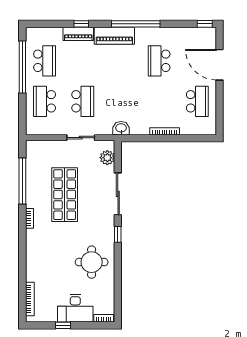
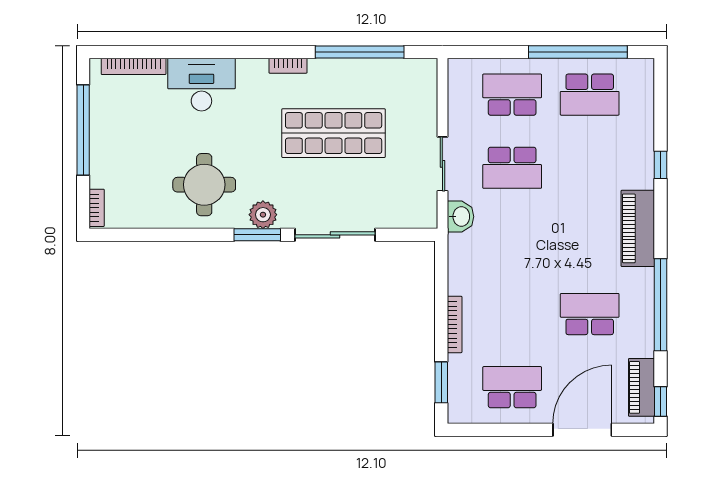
window: (136, 24) -> (661, 305), moved
piano: (78, 34) -> (641, 387), moved
school desk: (197, 101) -> (512, 387), turned 180
washbasin: (121, 128) -> (461, 217), moved
window: (195, 138) -> (441, 382), added
plant: (107, 158) -> (263, 215), moved
window: (118, 234) -> (257, 235), width x1.50
desk: (75, 308) -> (201, 85), moved, turned 90
window: (63, 325) -> (83, 130), width x3.17

